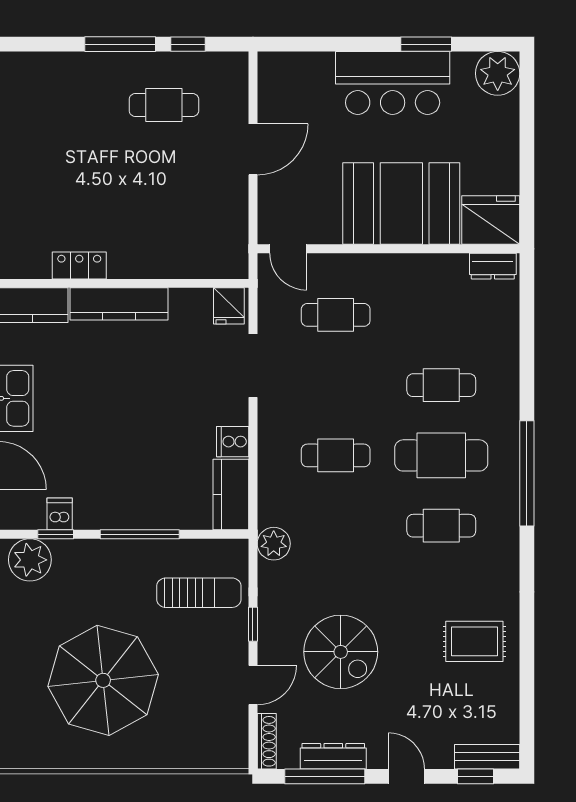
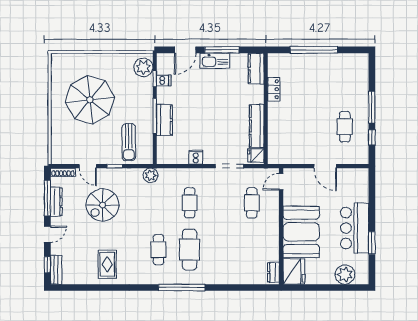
plant: (498, 73) -> (345, 275), moved
kitchen counter: (119, 304) -> (257, 126), moved
cafe table: (441, 385) -> (221, 250), removed
kitchen counter: (231, 494) -> (164, 120), moved, turned 90

